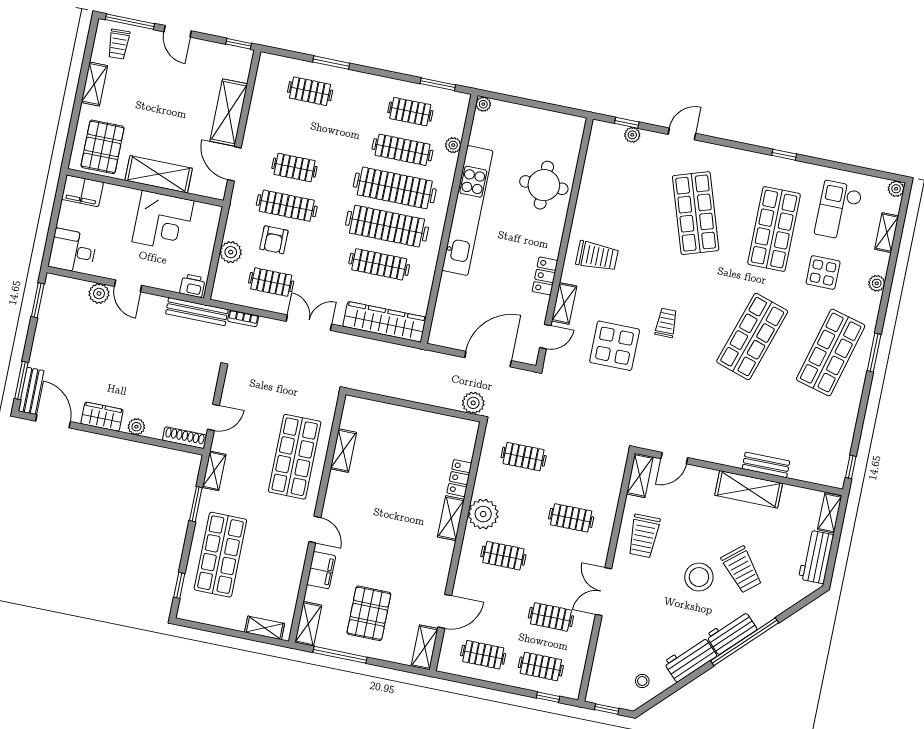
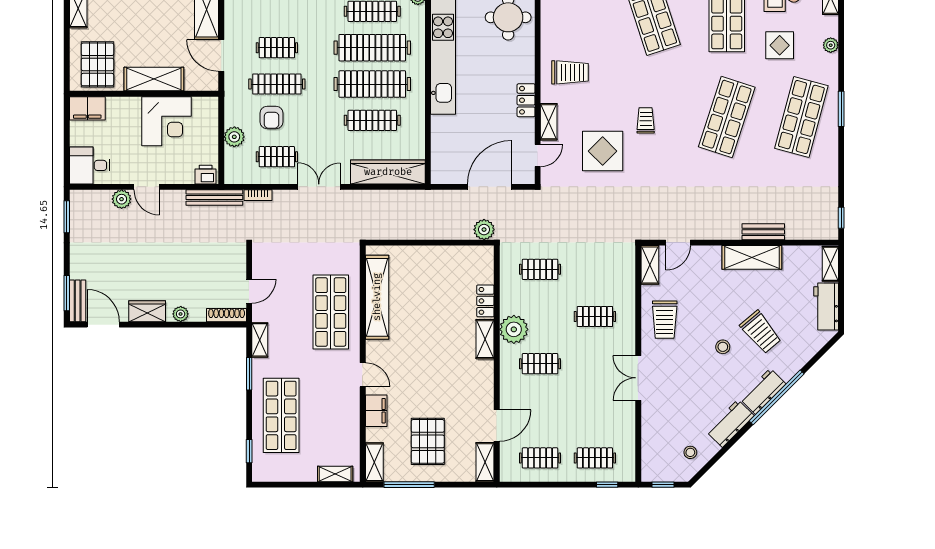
shelving: (343, 451) -> (377, 297), width x2.20, depth x1.33
stool: (699, 577) -> (723, 347), width x0.53, depth x0.53
clothes rail: (551, 617) -> (595, 411), removed

